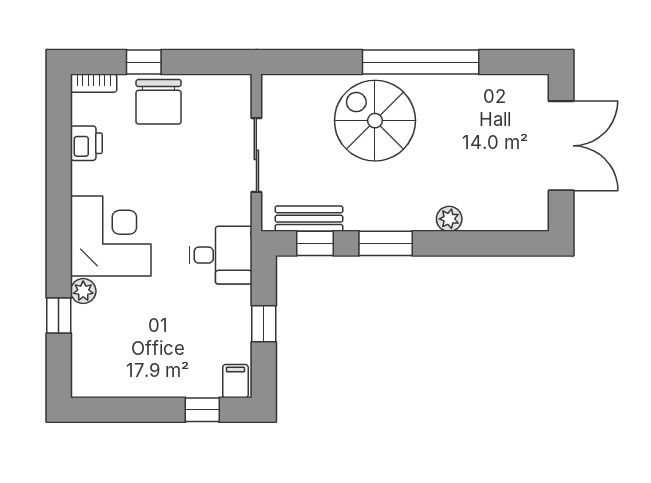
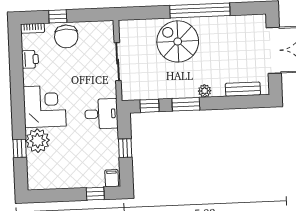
bench: (309, 219) -> (243, 89), moved
plant: (449, 219) -> (205, 91), moved
plant: (83, 291) -> (38, 141), width x1.87, depth x1.87

